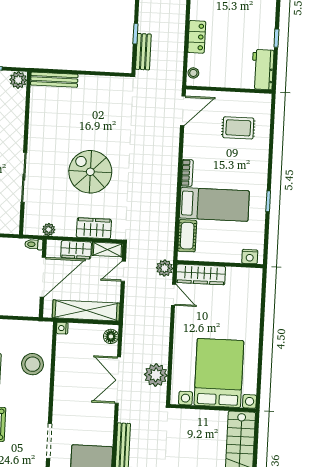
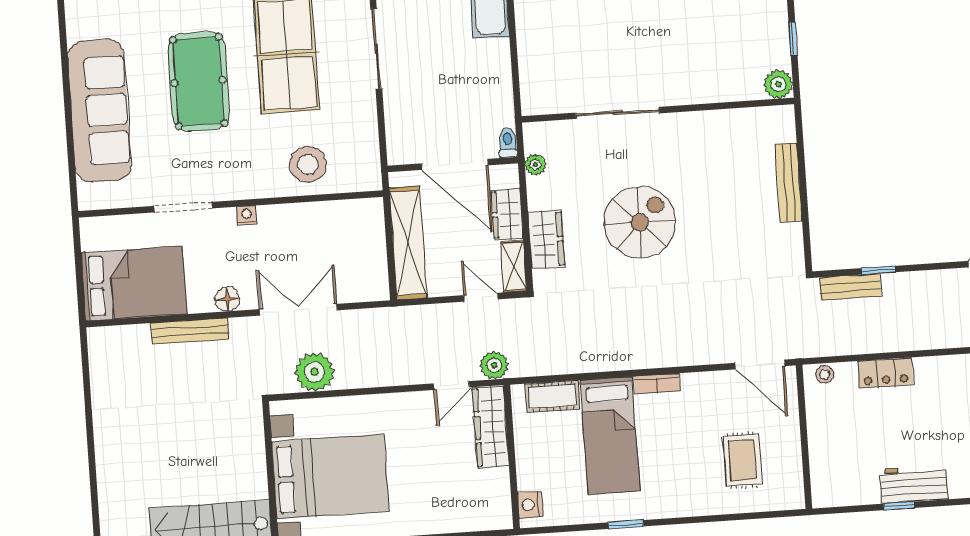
workbench: (263, 70) -> (914, 484), moved
bench: (54, 80) -> (789, 183), moved
nightstand: (62, 328) -> (247, 215), moved
floor lamp: (111, 336) -> (227, 299), moved

